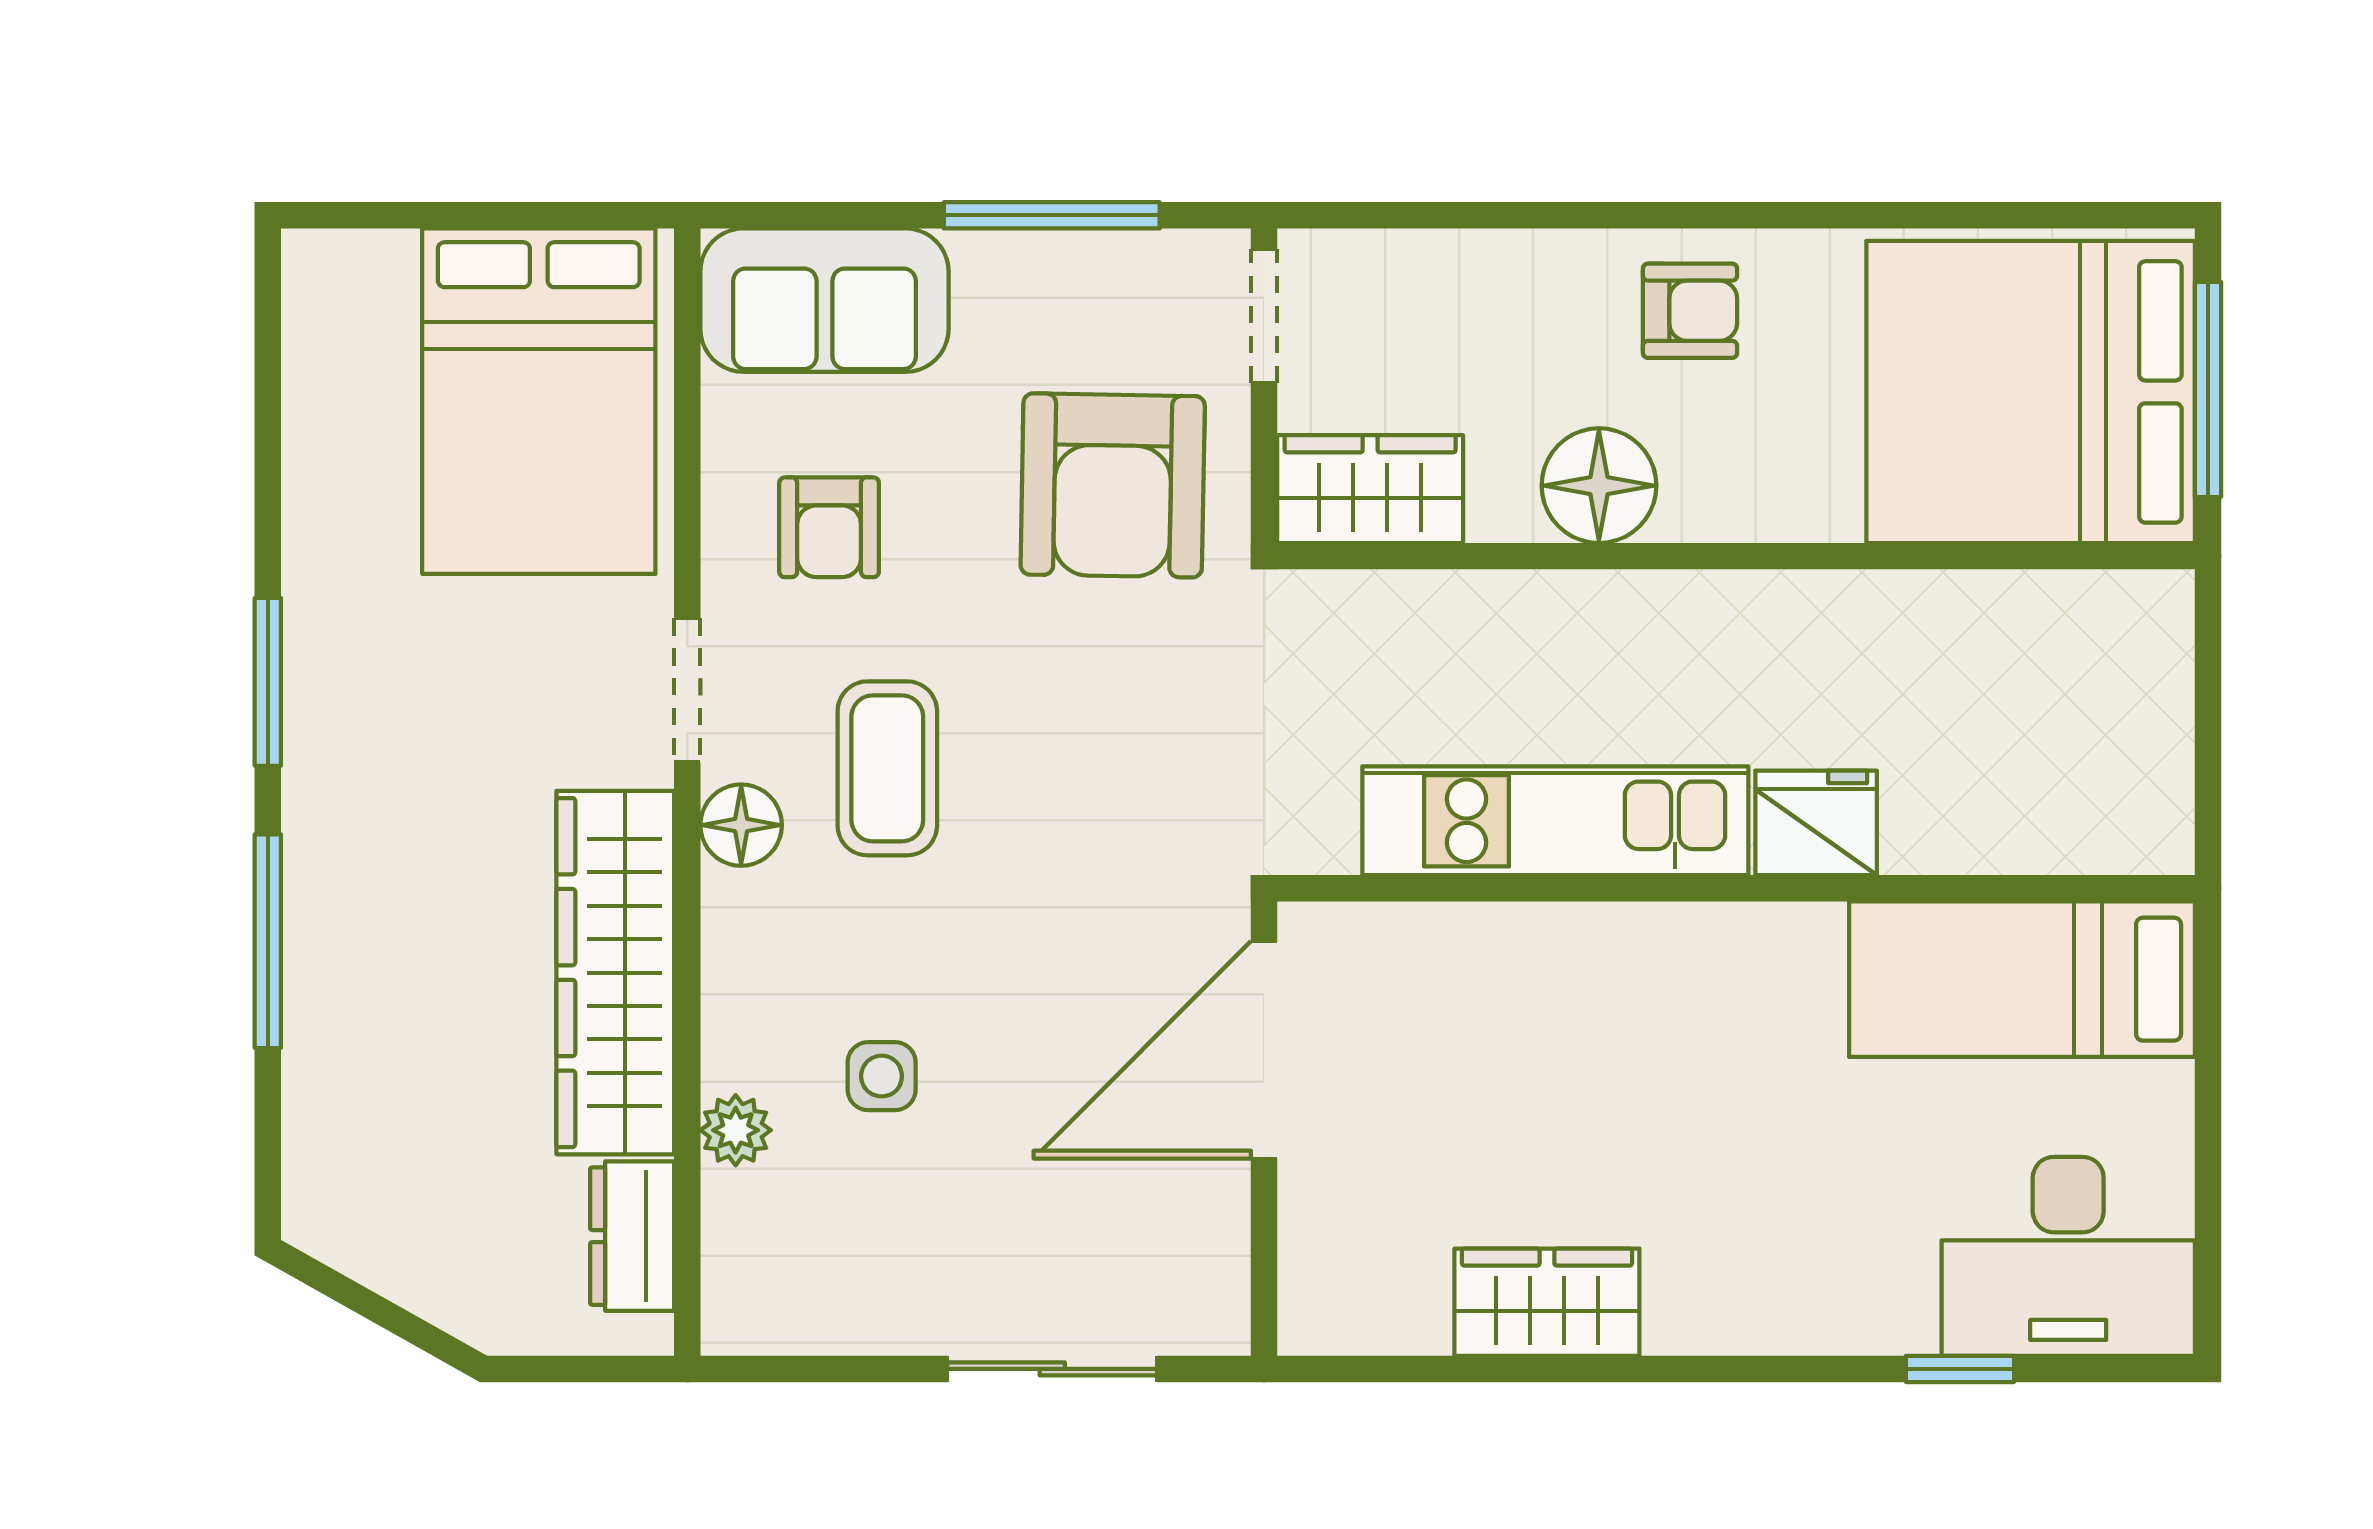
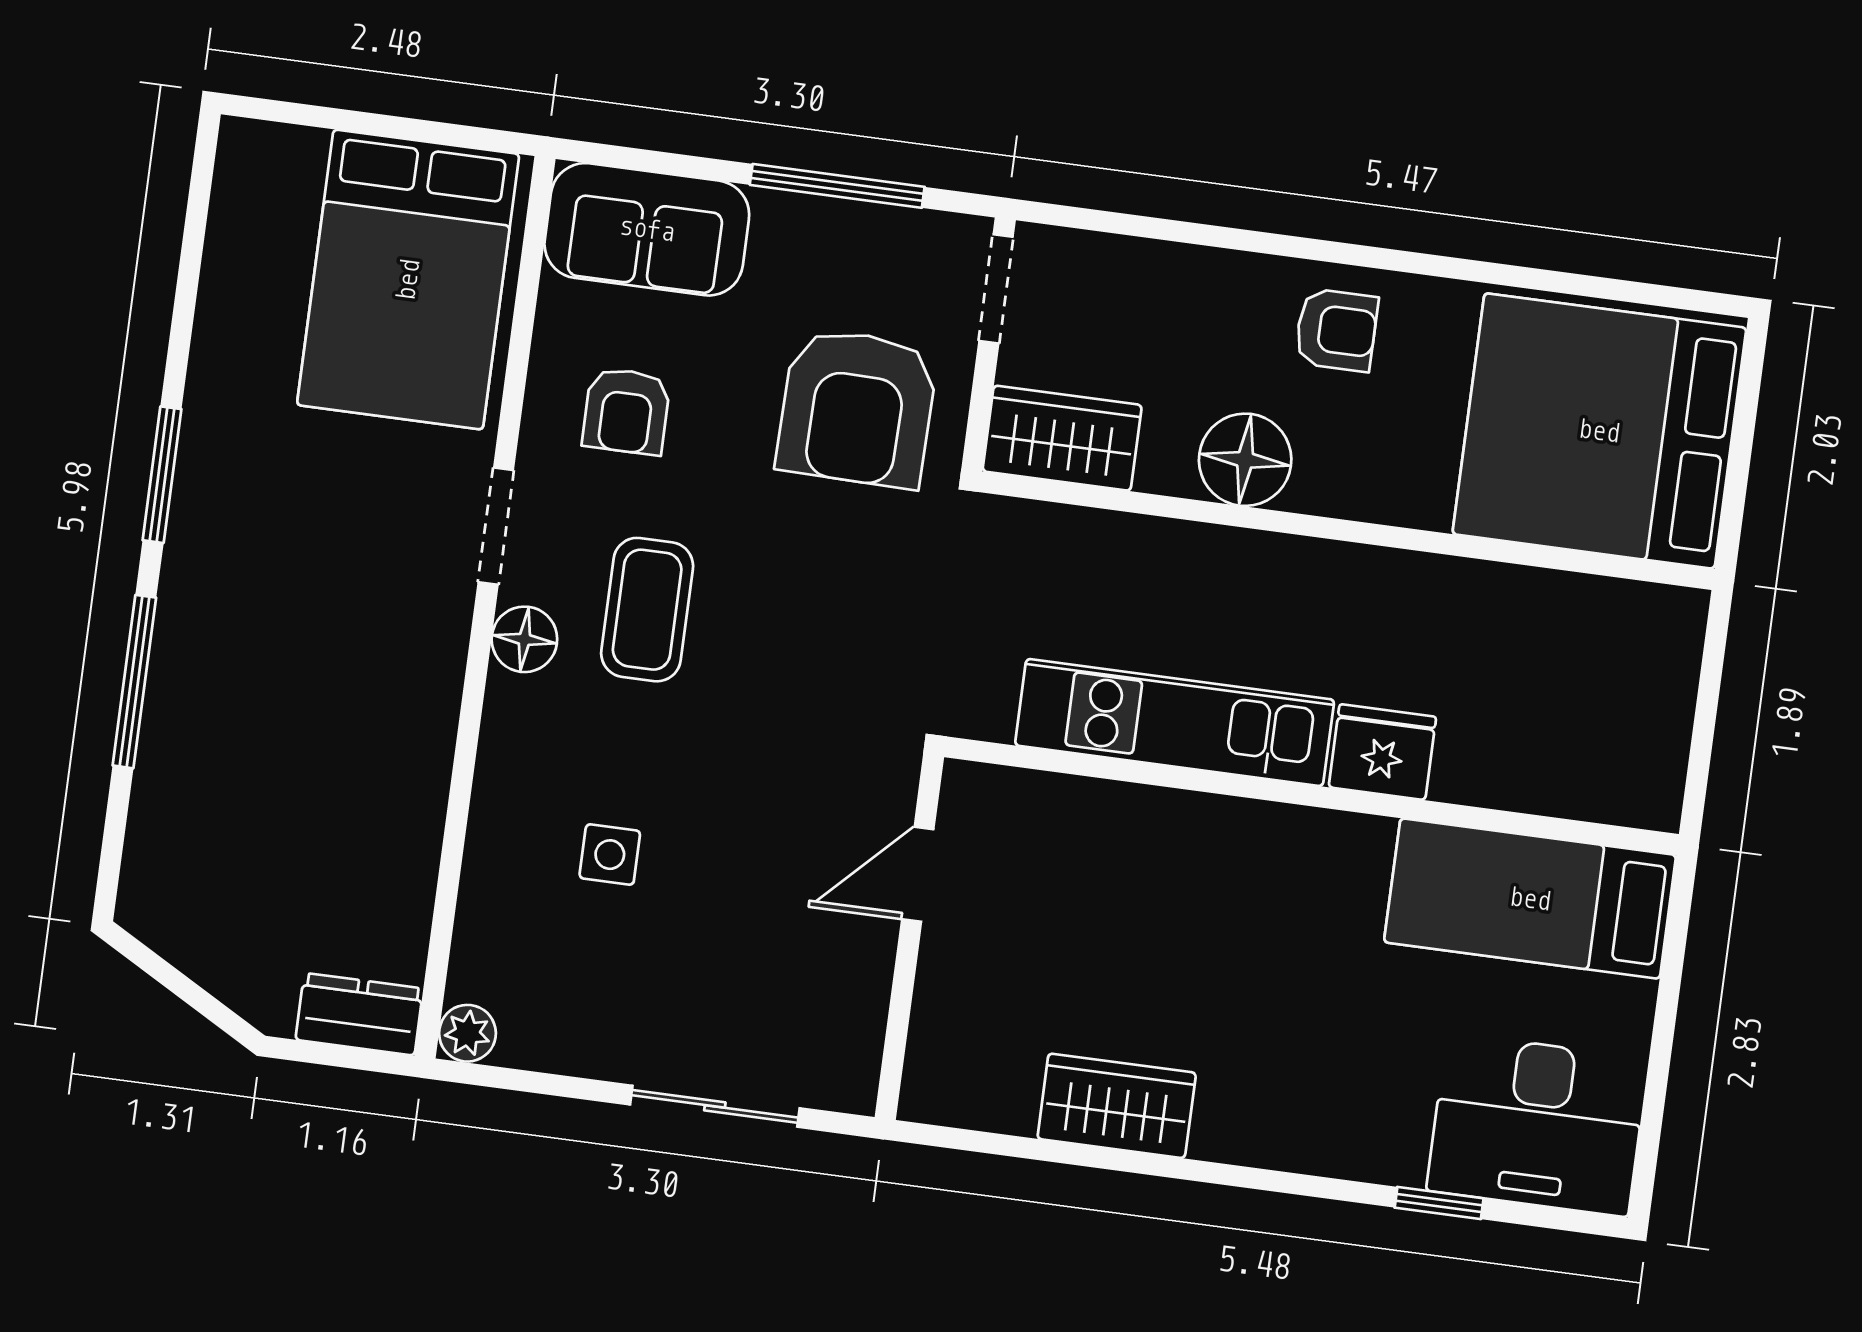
window: (2208, 389) -> (1741, 448), removed
wardrobe: (615, 973) -> (408, 744), removed
door: (1264, 1050) -> (918, 874), width x0.53
plant: (736, 1130) -> (467, 1033), moved
dresser: (632, 1236) -> (359, 1014), moved, turned 90

